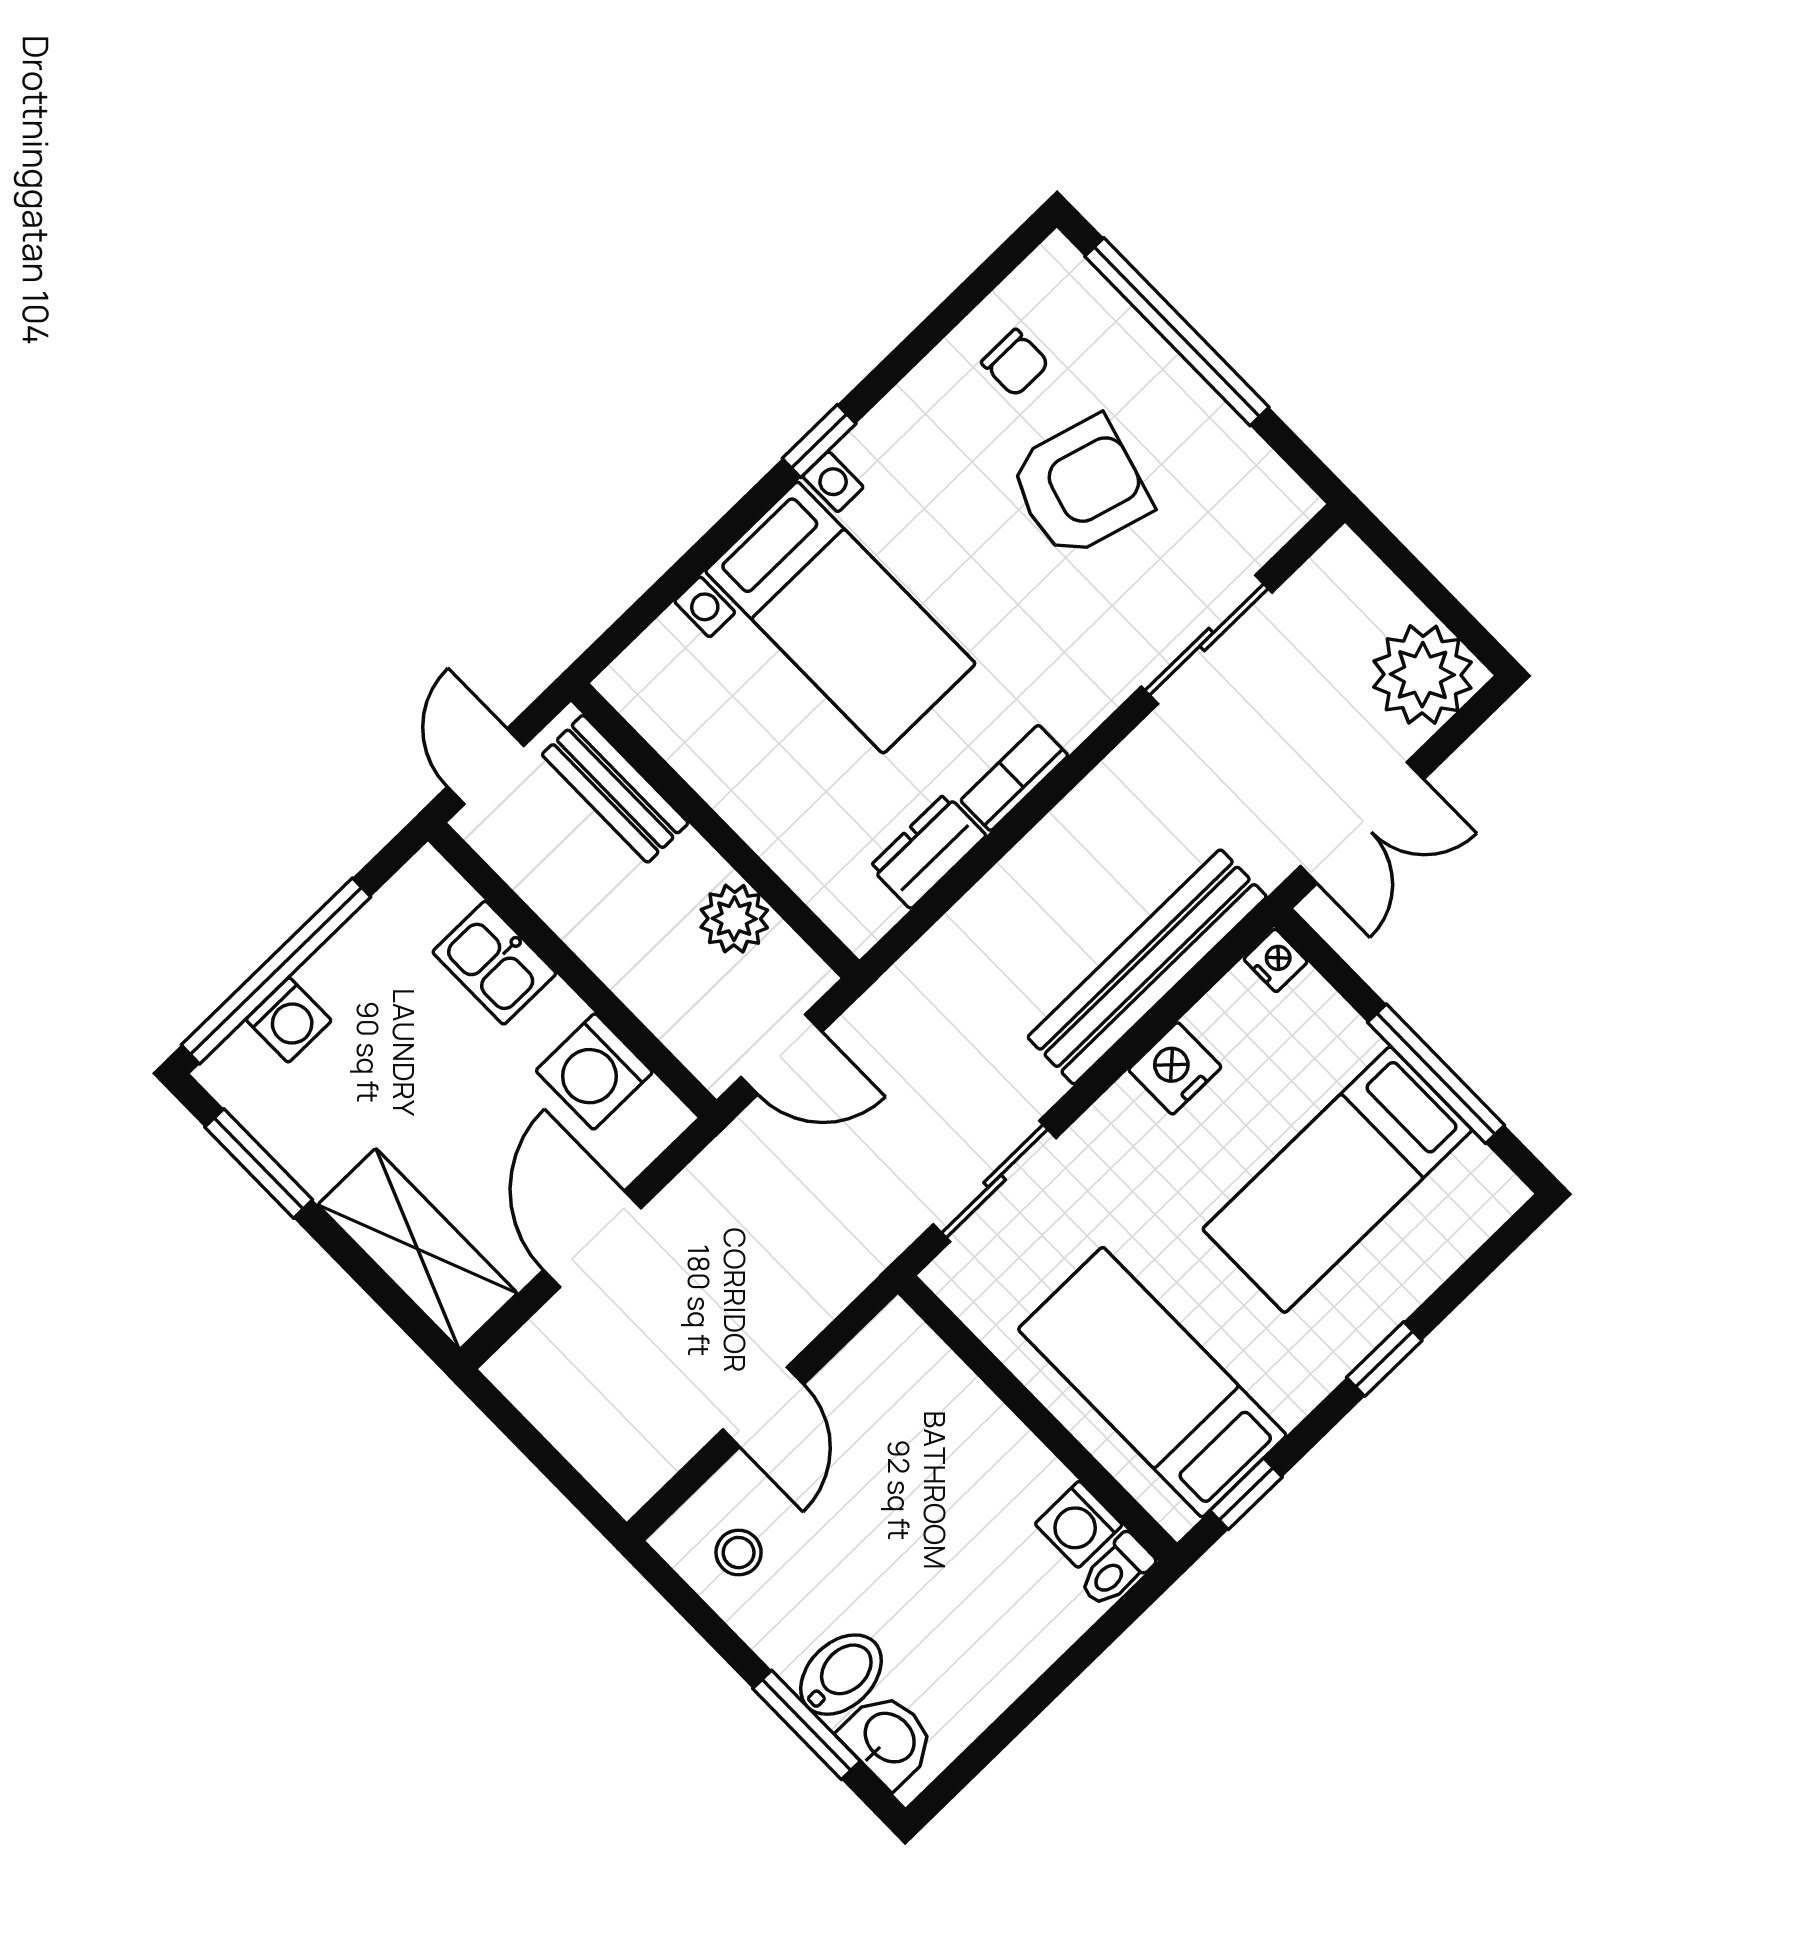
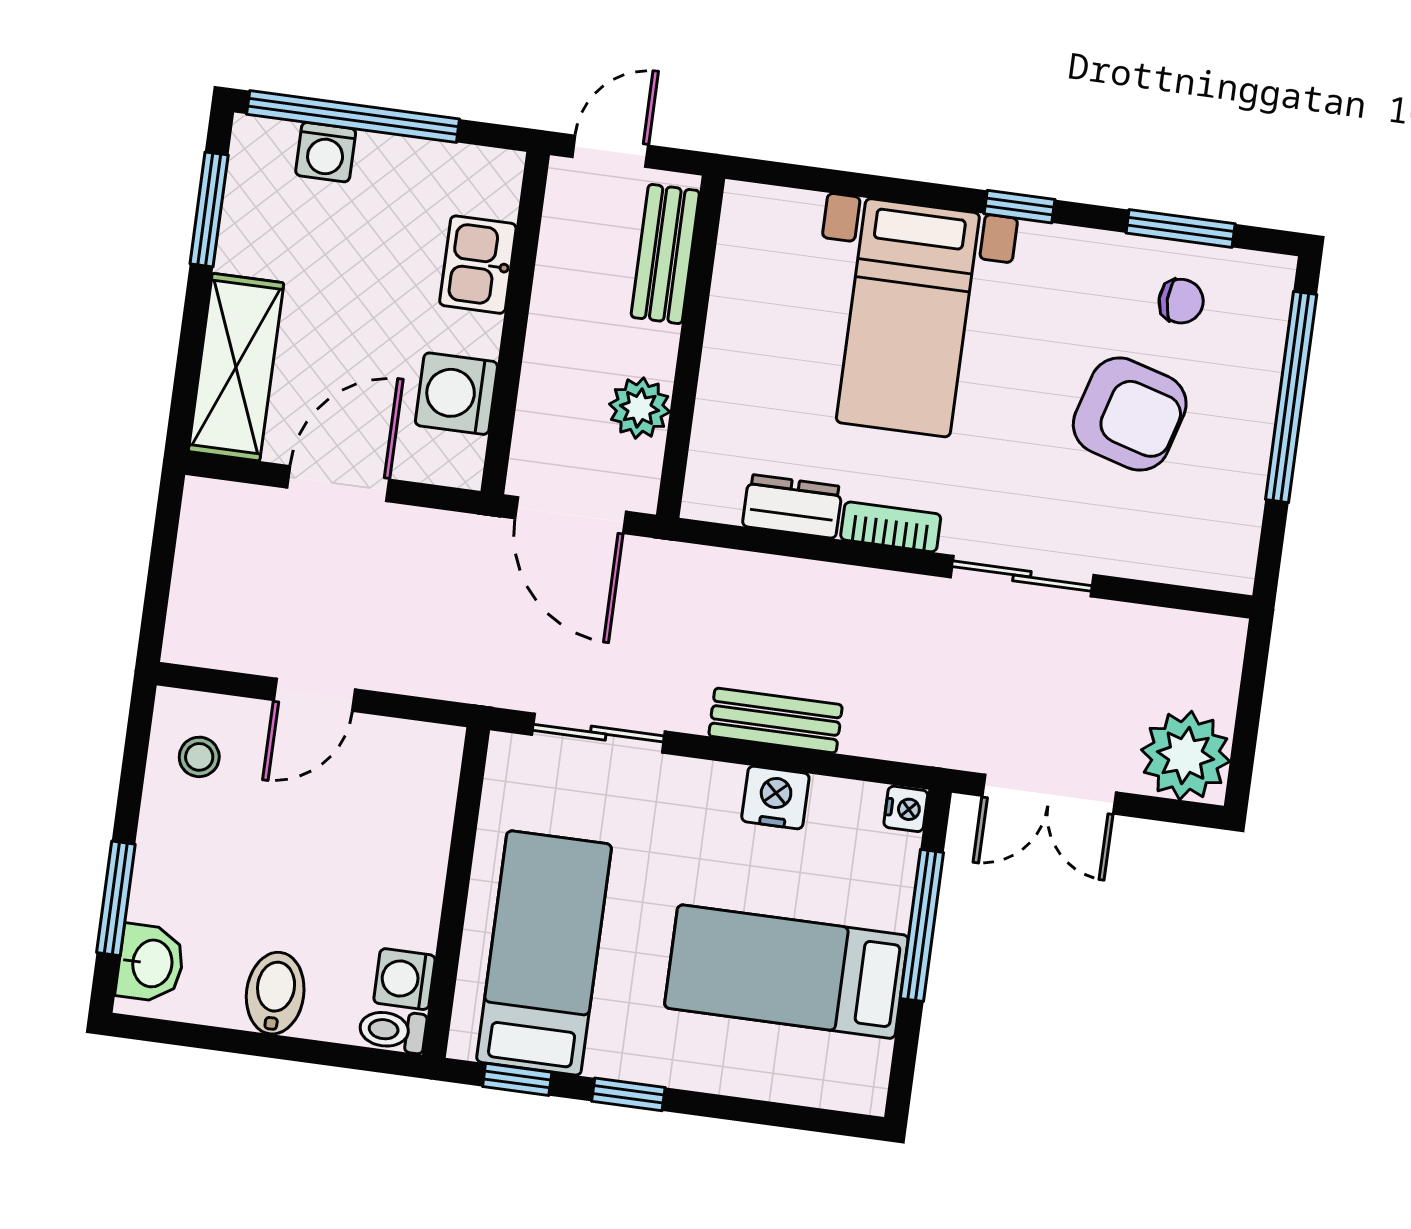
window: (950, 313) -> (1181, 228), added
chair: (1015, 363) -> (1181, 301), turned -90
sliding door: (1207, 639) -> (1022, 576), moved
bench: (1147, 967) -> (776, 720), width x0.54, depth x0.82
door: (781, 1054) -> (570, 515), width x1.37
window: (1436, 1074) -> (922, 925), moved
window: (1384, 1359) -> (628, 1094), moved
bidet: (841, 1675) -> (275, 993), moved, turned -90

